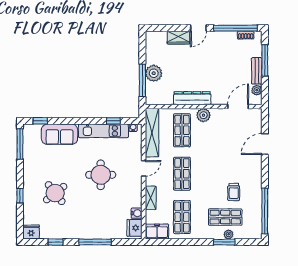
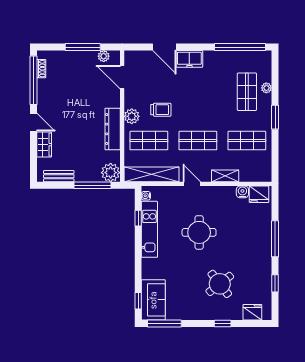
window: (265, 60) -> (83, 47), moved
bench: (257, 71) -> (59, 176), moved
plant: (154, 73) -> (111, 173), moved
sofa: (60, 134) -> (153, 300), moved
trolley: (234, 192) -> (161, 110), moved
fridge: (31, 232) -> (252, 312), moved, turned 90
freezer: (157, 232) -> (189, 59), moved, turned -90
window: (224, 242) -> (275, 117), moved

